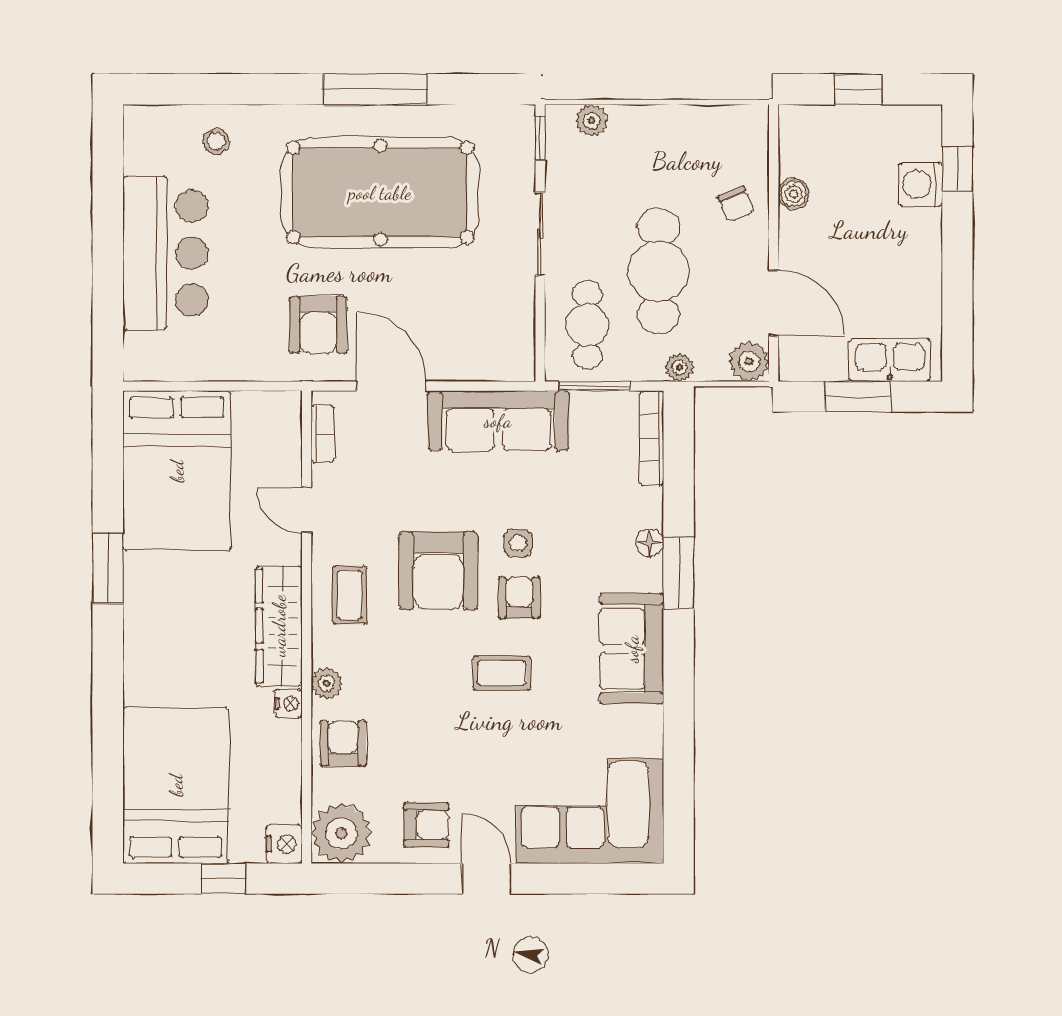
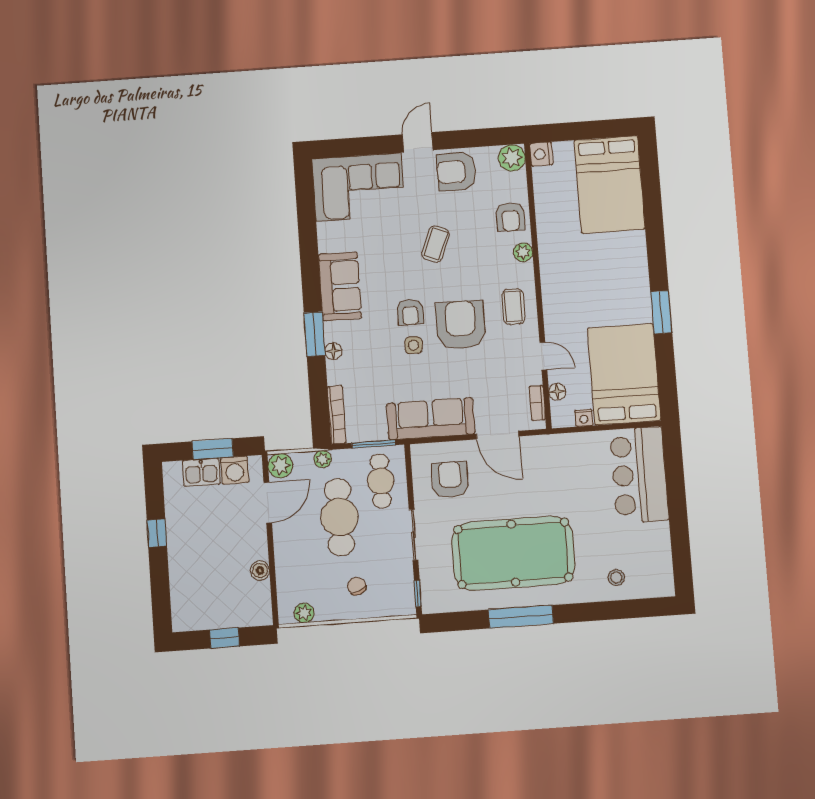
plant: (592, 120) -> (304, 613), moved
window: (957, 169) -> (157, 533), moved
washing machine: (920, 184) -> (235, 470), moved, turned 90
chair: (736, 204) -> (357, 586), moved
bar counter: (165, 253) -> (639, 475), moved
door: (774, 303) -> (268, 503), swing flipped
armchair: (318, 325) -> (450, 480), moved
kitchen sink: (890, 360) -> (201, 472), width x0.73
floor lamp: (288, 450) -> (557, 392), added
wardrobe: (279, 626) -> (555, 285), removed
coffee table: (502, 673) -> (436, 244), moved, turned -68
nightstand: (289, 704) -> (584, 418), moved, turned -90
armchair: (426, 825) -> (456, 172), width x1.38, depth x1.38
plant: (341, 833) -> (512, 158), width x0.73, depth x0.73
window: (223, 879) -> (576, 131), removed
door: (487, 879) -> (418, 142), swing flipped

